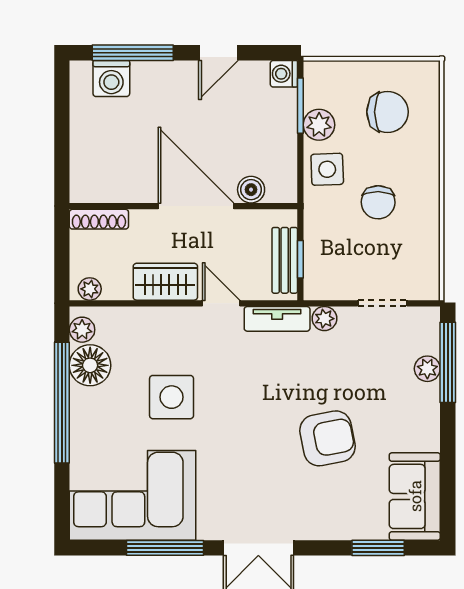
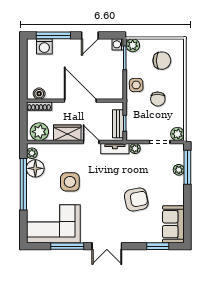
plant: (319, 125) -> (133, 45), moved
boiler: (251, 190) -> (39, 94), moved
plant: (424, 284) -> (177, 134), added
plant: (90, 289) -> (39, 132), width x1.87, depth x1.87

